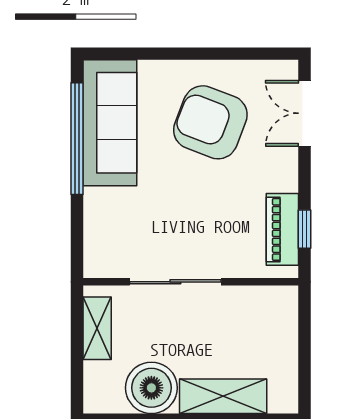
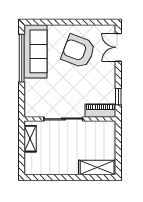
piano: (282, 229) -> (100, 111), moved, turned 90
boiler: (151, 388) -> (53, 164), removed
shelving: (223, 396) -> (97, 168), moved

